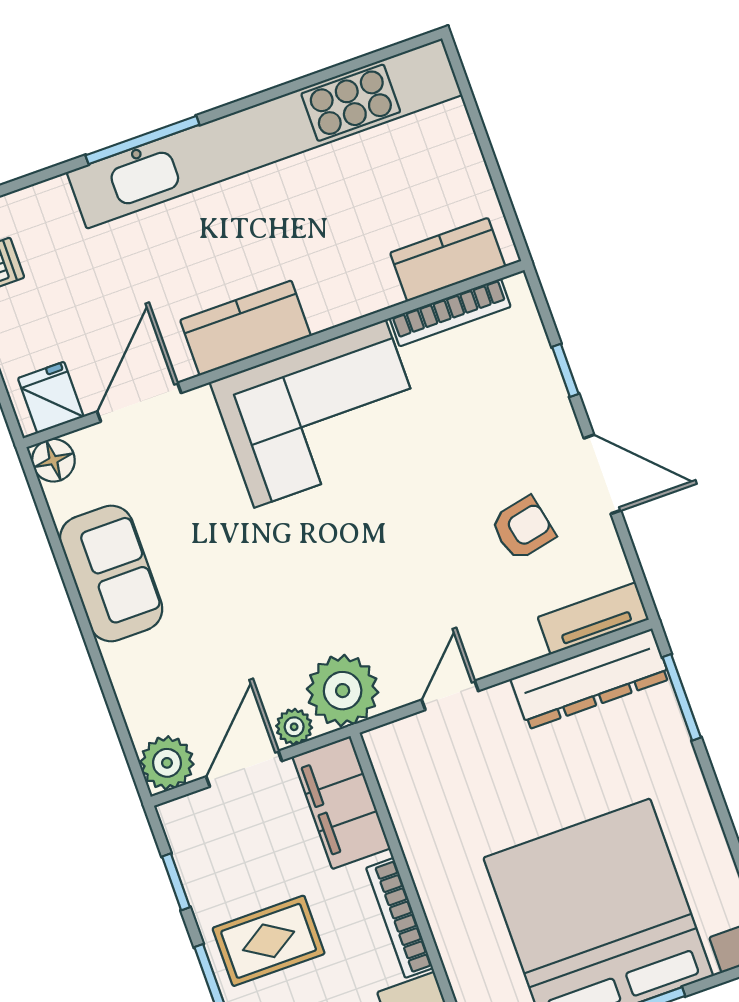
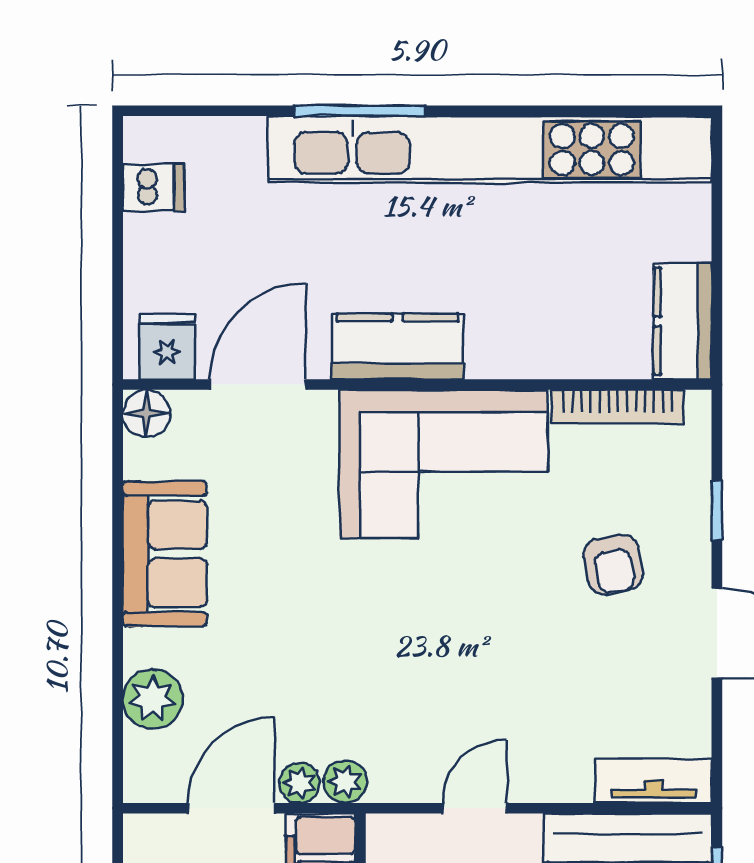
kitchen counter: (448, 260) -> (683, 321), moved, turned -90
armchair: (523, 528) -> (613, 564), moved, turned 92
plant: (343, 691) -> (345, 782), width x0.53, depth x0.53
plant: (167, 763) -> (153, 699), moved

